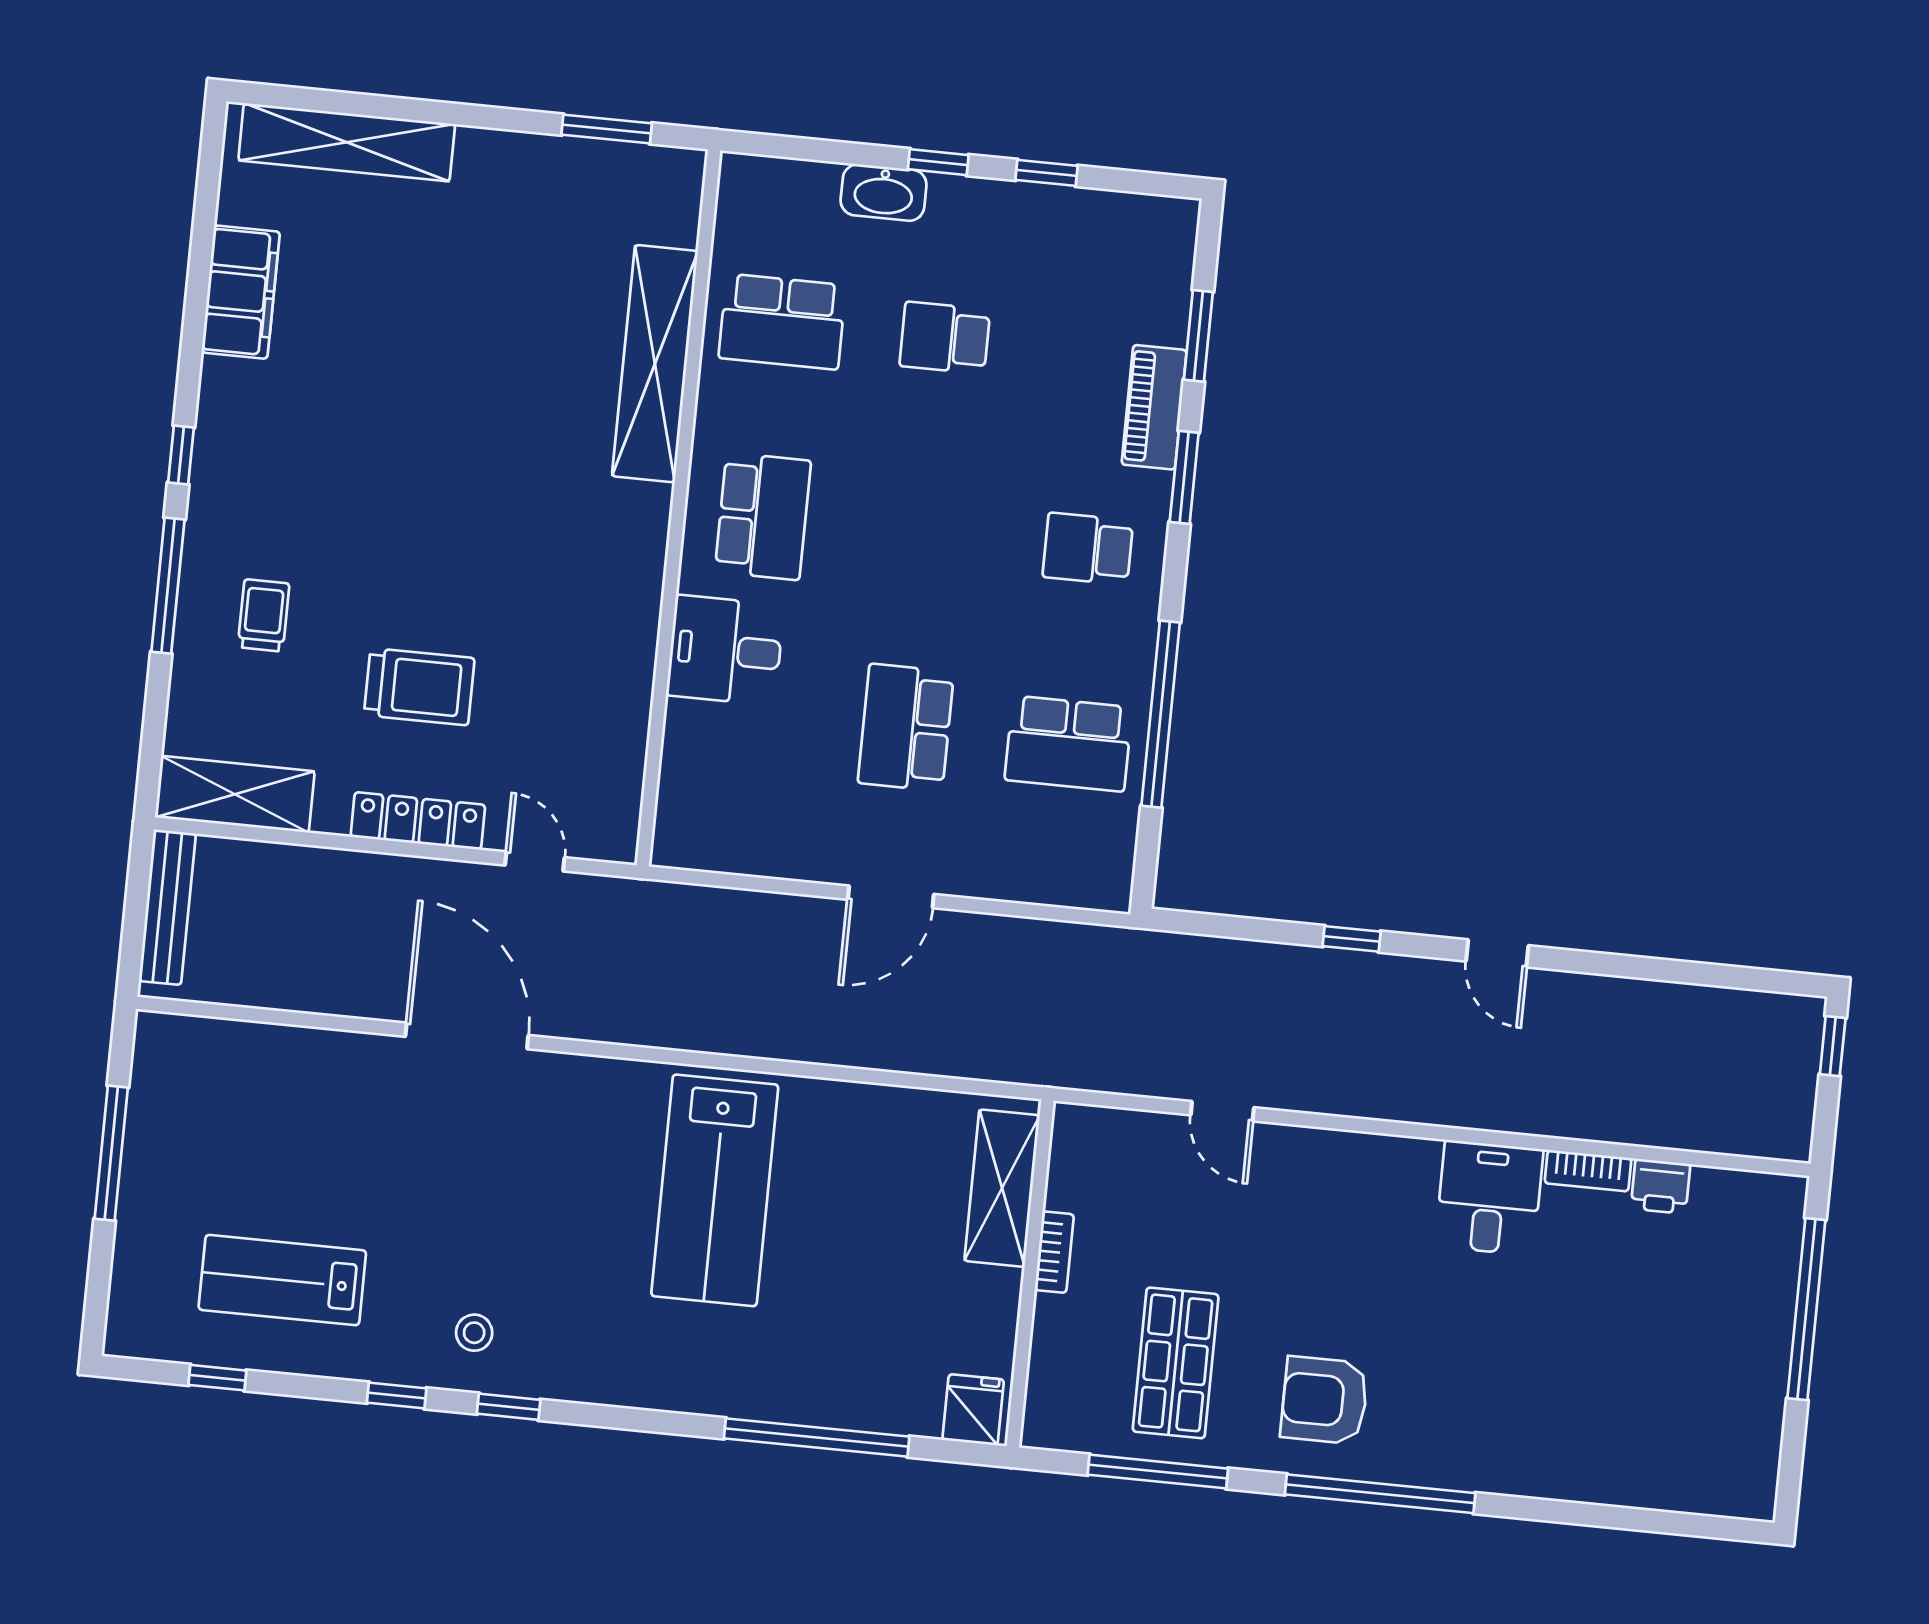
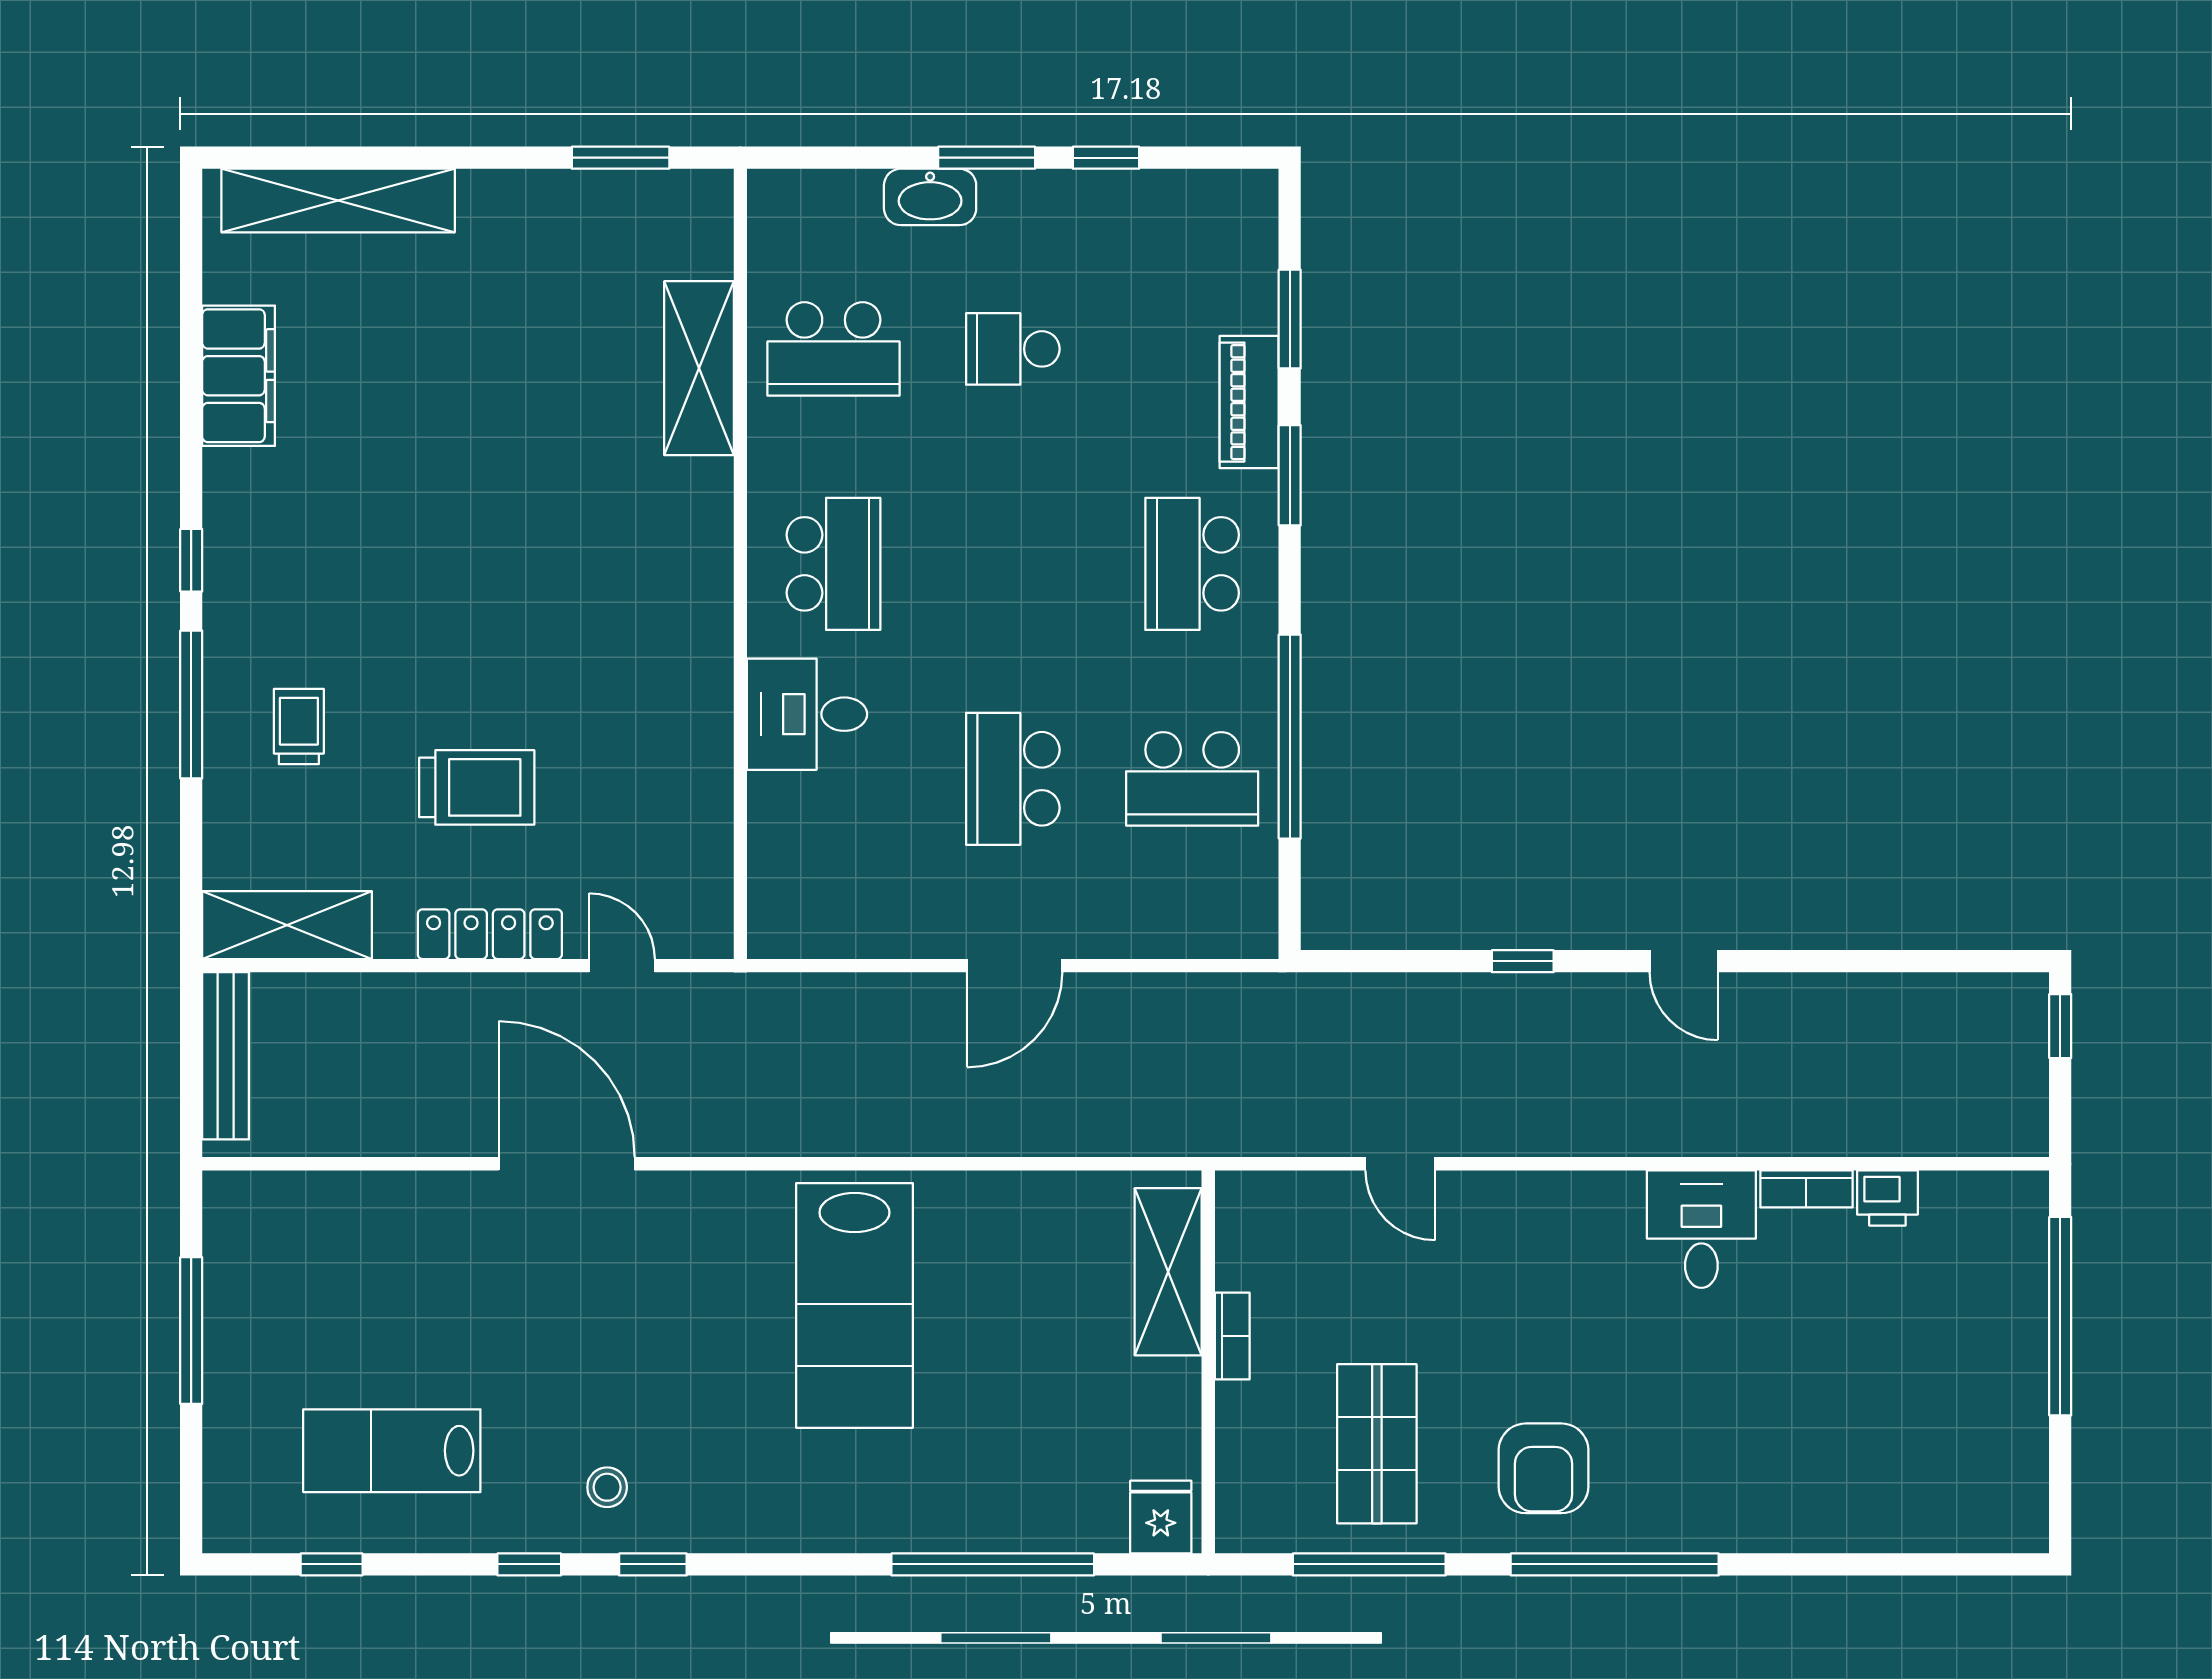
window: (938, 162) -> (987, 158), width x1.50
shelving: (655, 364) -> (699, 368), width x0.68
school desk: (1088, 549) -> (1192, 564), width x1.85
armchair: (1324, 1400) -> (1544, 1468), turned -90

